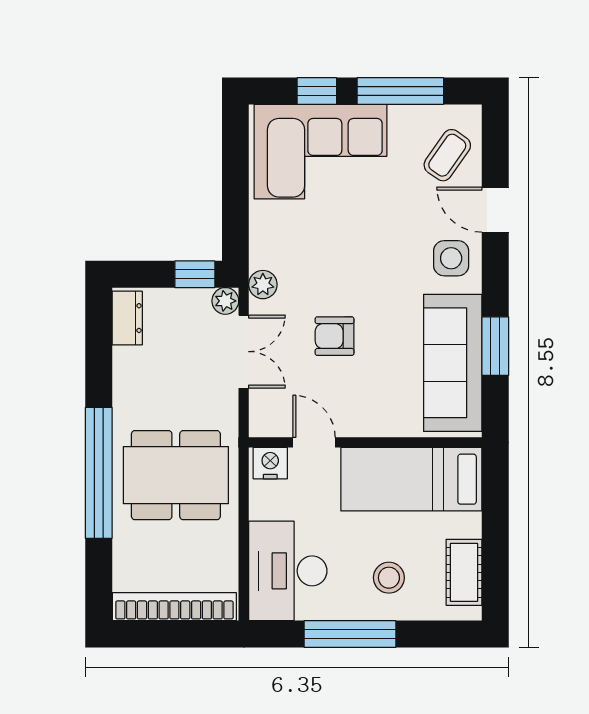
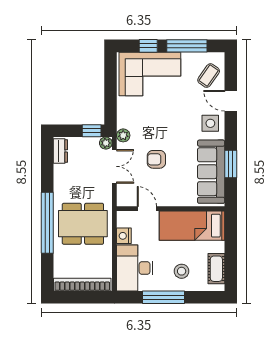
nightstand: (270, 463) -> (124, 236), moved, turned -90

